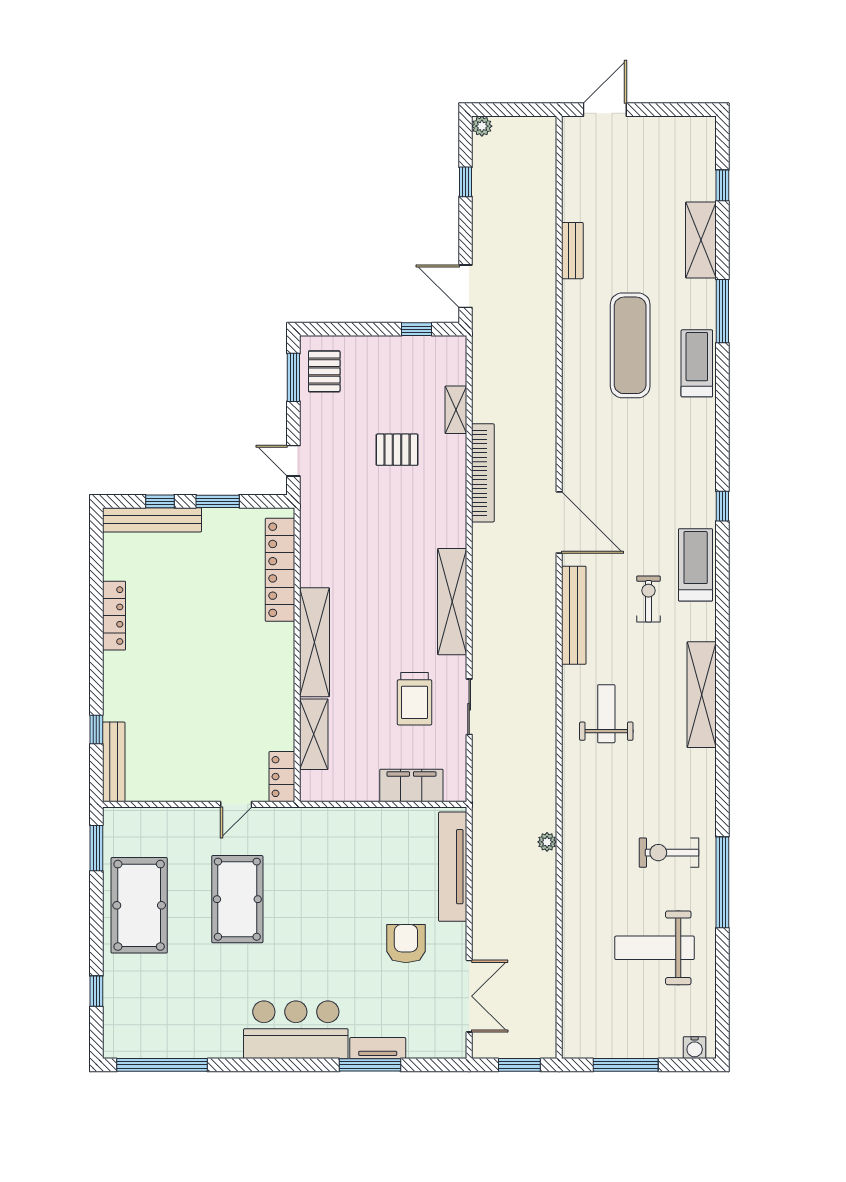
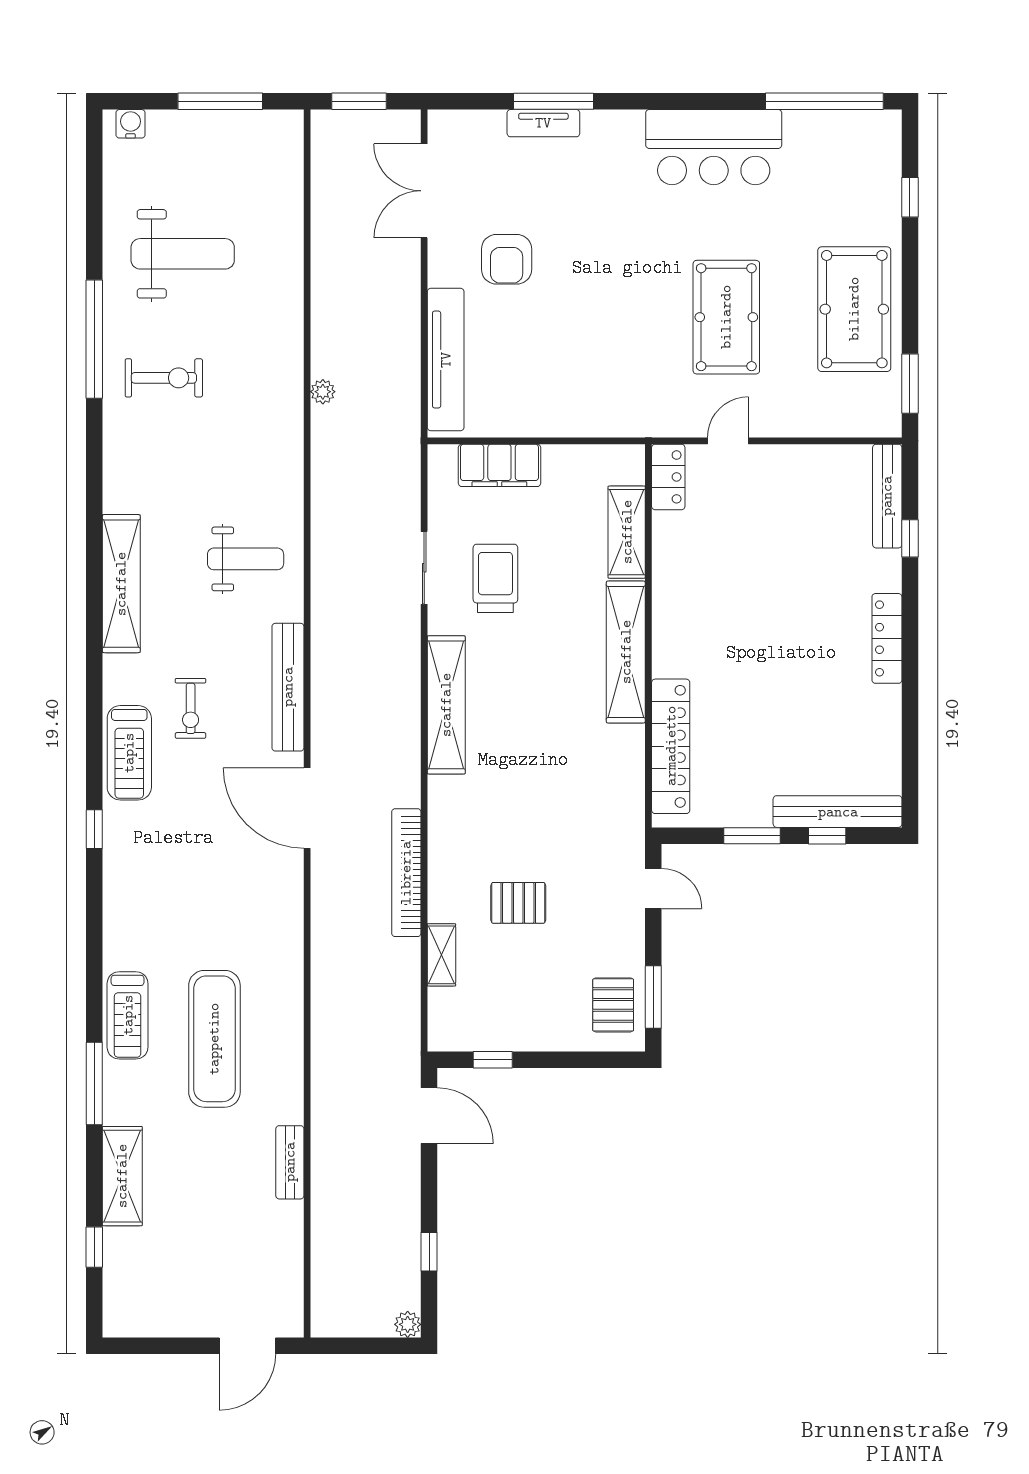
locker: (114, 616) -> (887, 638), moved
weight bench: (606, 714) -> (246, 559), turned -90
bar counter: (296, 1030) -> (714, 147), moved

